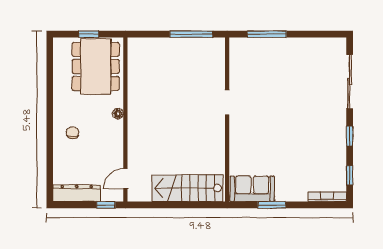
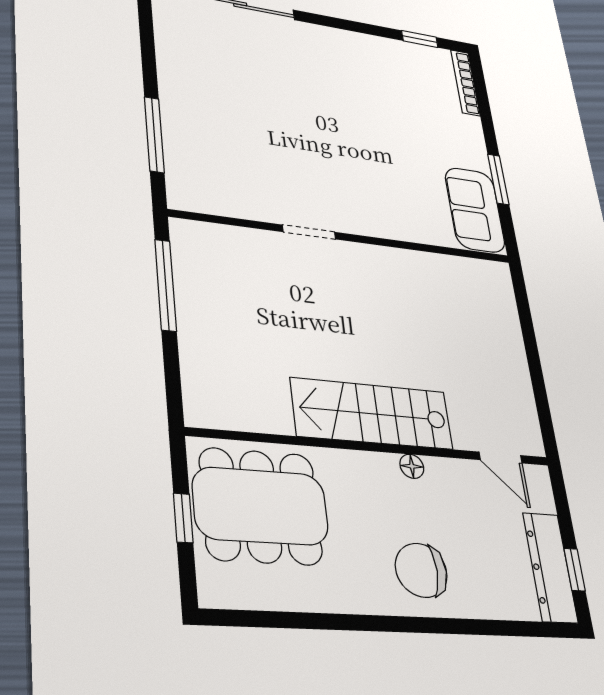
floor lamp: (118, 114) -> (412, 466), moved
chair: (73, 133) -> (421, 570), width x1.87, depth x1.87
window: (350, 136) -> (347, 25), removed
stairs: (188, 188) -> (372, 414), moved, turned 90
window: (106, 205) -> (575, 570), moved

